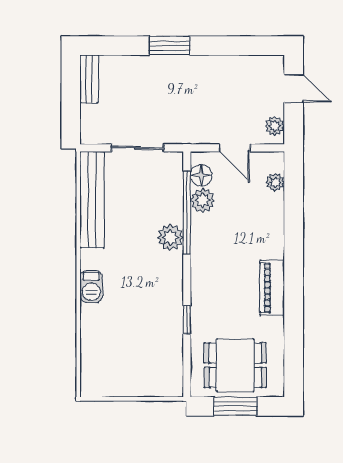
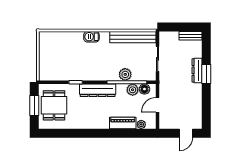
dresser: (162, 65) -> (197, 70), added
plant: (275, 126) -> (168, 124), removed
plant: (170, 237) -> (125, 74), moved
dresser: (204, 274) -> (98, 90), added
piano: (272, 288) -> (123, 123), moved

